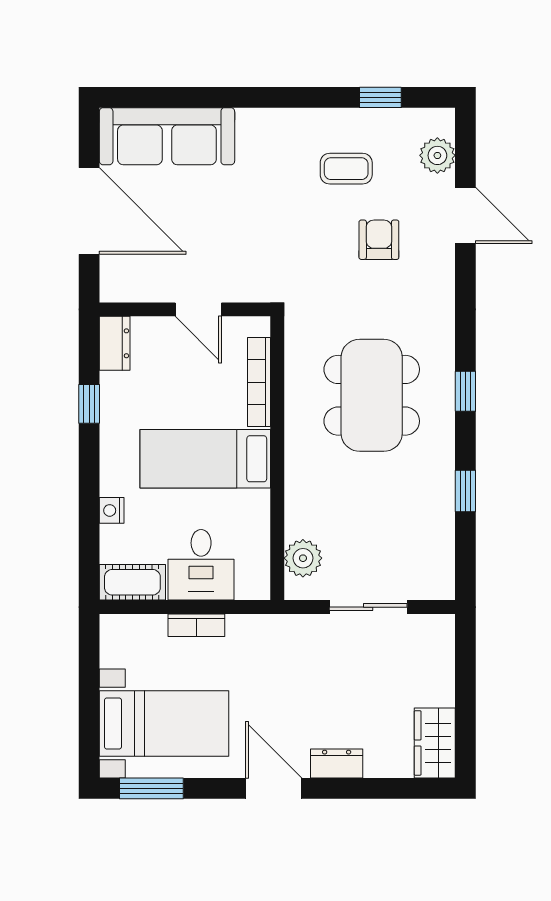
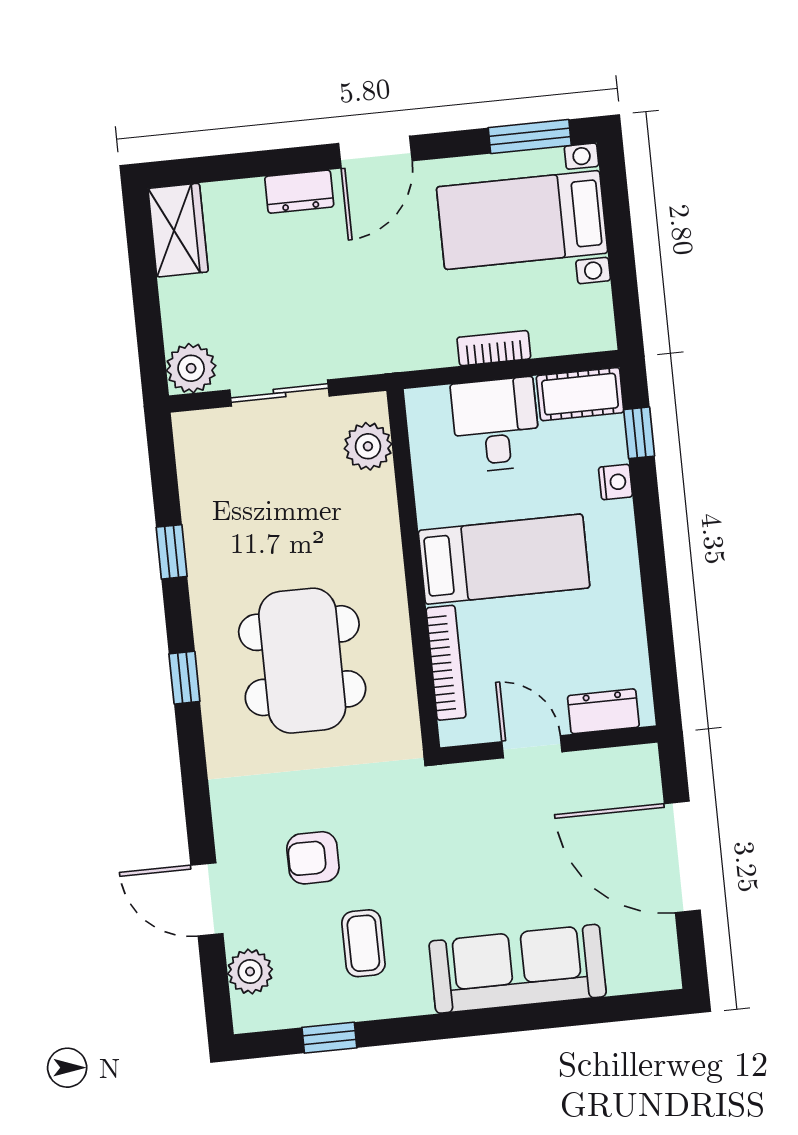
sofa: (167, 136) -> (518, 969), moved
coffee table: (346, 169) -> (363, 943), turned 90
armchair: (379, 240) -> (313, 858), turned 90
dresser: (115, 343) -> (603, 711), moved, turned 90
window: (89, 404) -> (639, 433), moved
plant: (436, 634) -> (191, 368), added
door: (274, 788) -> (375, 152), hinge flipped

